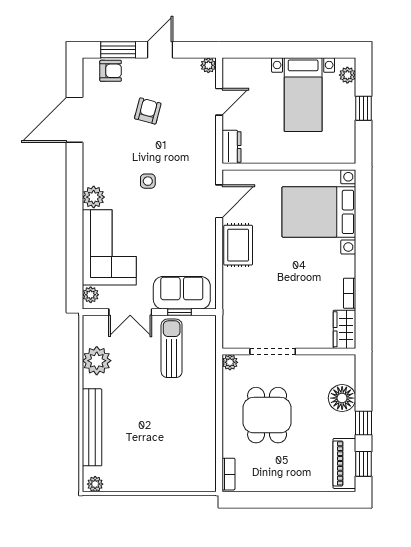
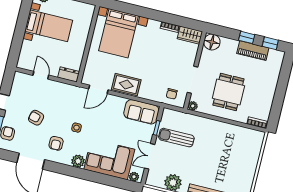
plant: (208, 65) -> (18, 76), removed
armchair: (114, 154) -> (56, 143), added
door: (219, 201) -> (98, 89), swing flipped
sofa: (182, 293) -> (141, 112), moved, turned -90
double door: (130, 312) -> (150, 156), swing flipped
chair: (241, 323) -> (172, 94), added
floor lamp: (342, 398) -> (212, 42), moved
dining table: (267, 415) -> (228, 92), turned 90
piano: (344, 463) -> (253, 51), moved

